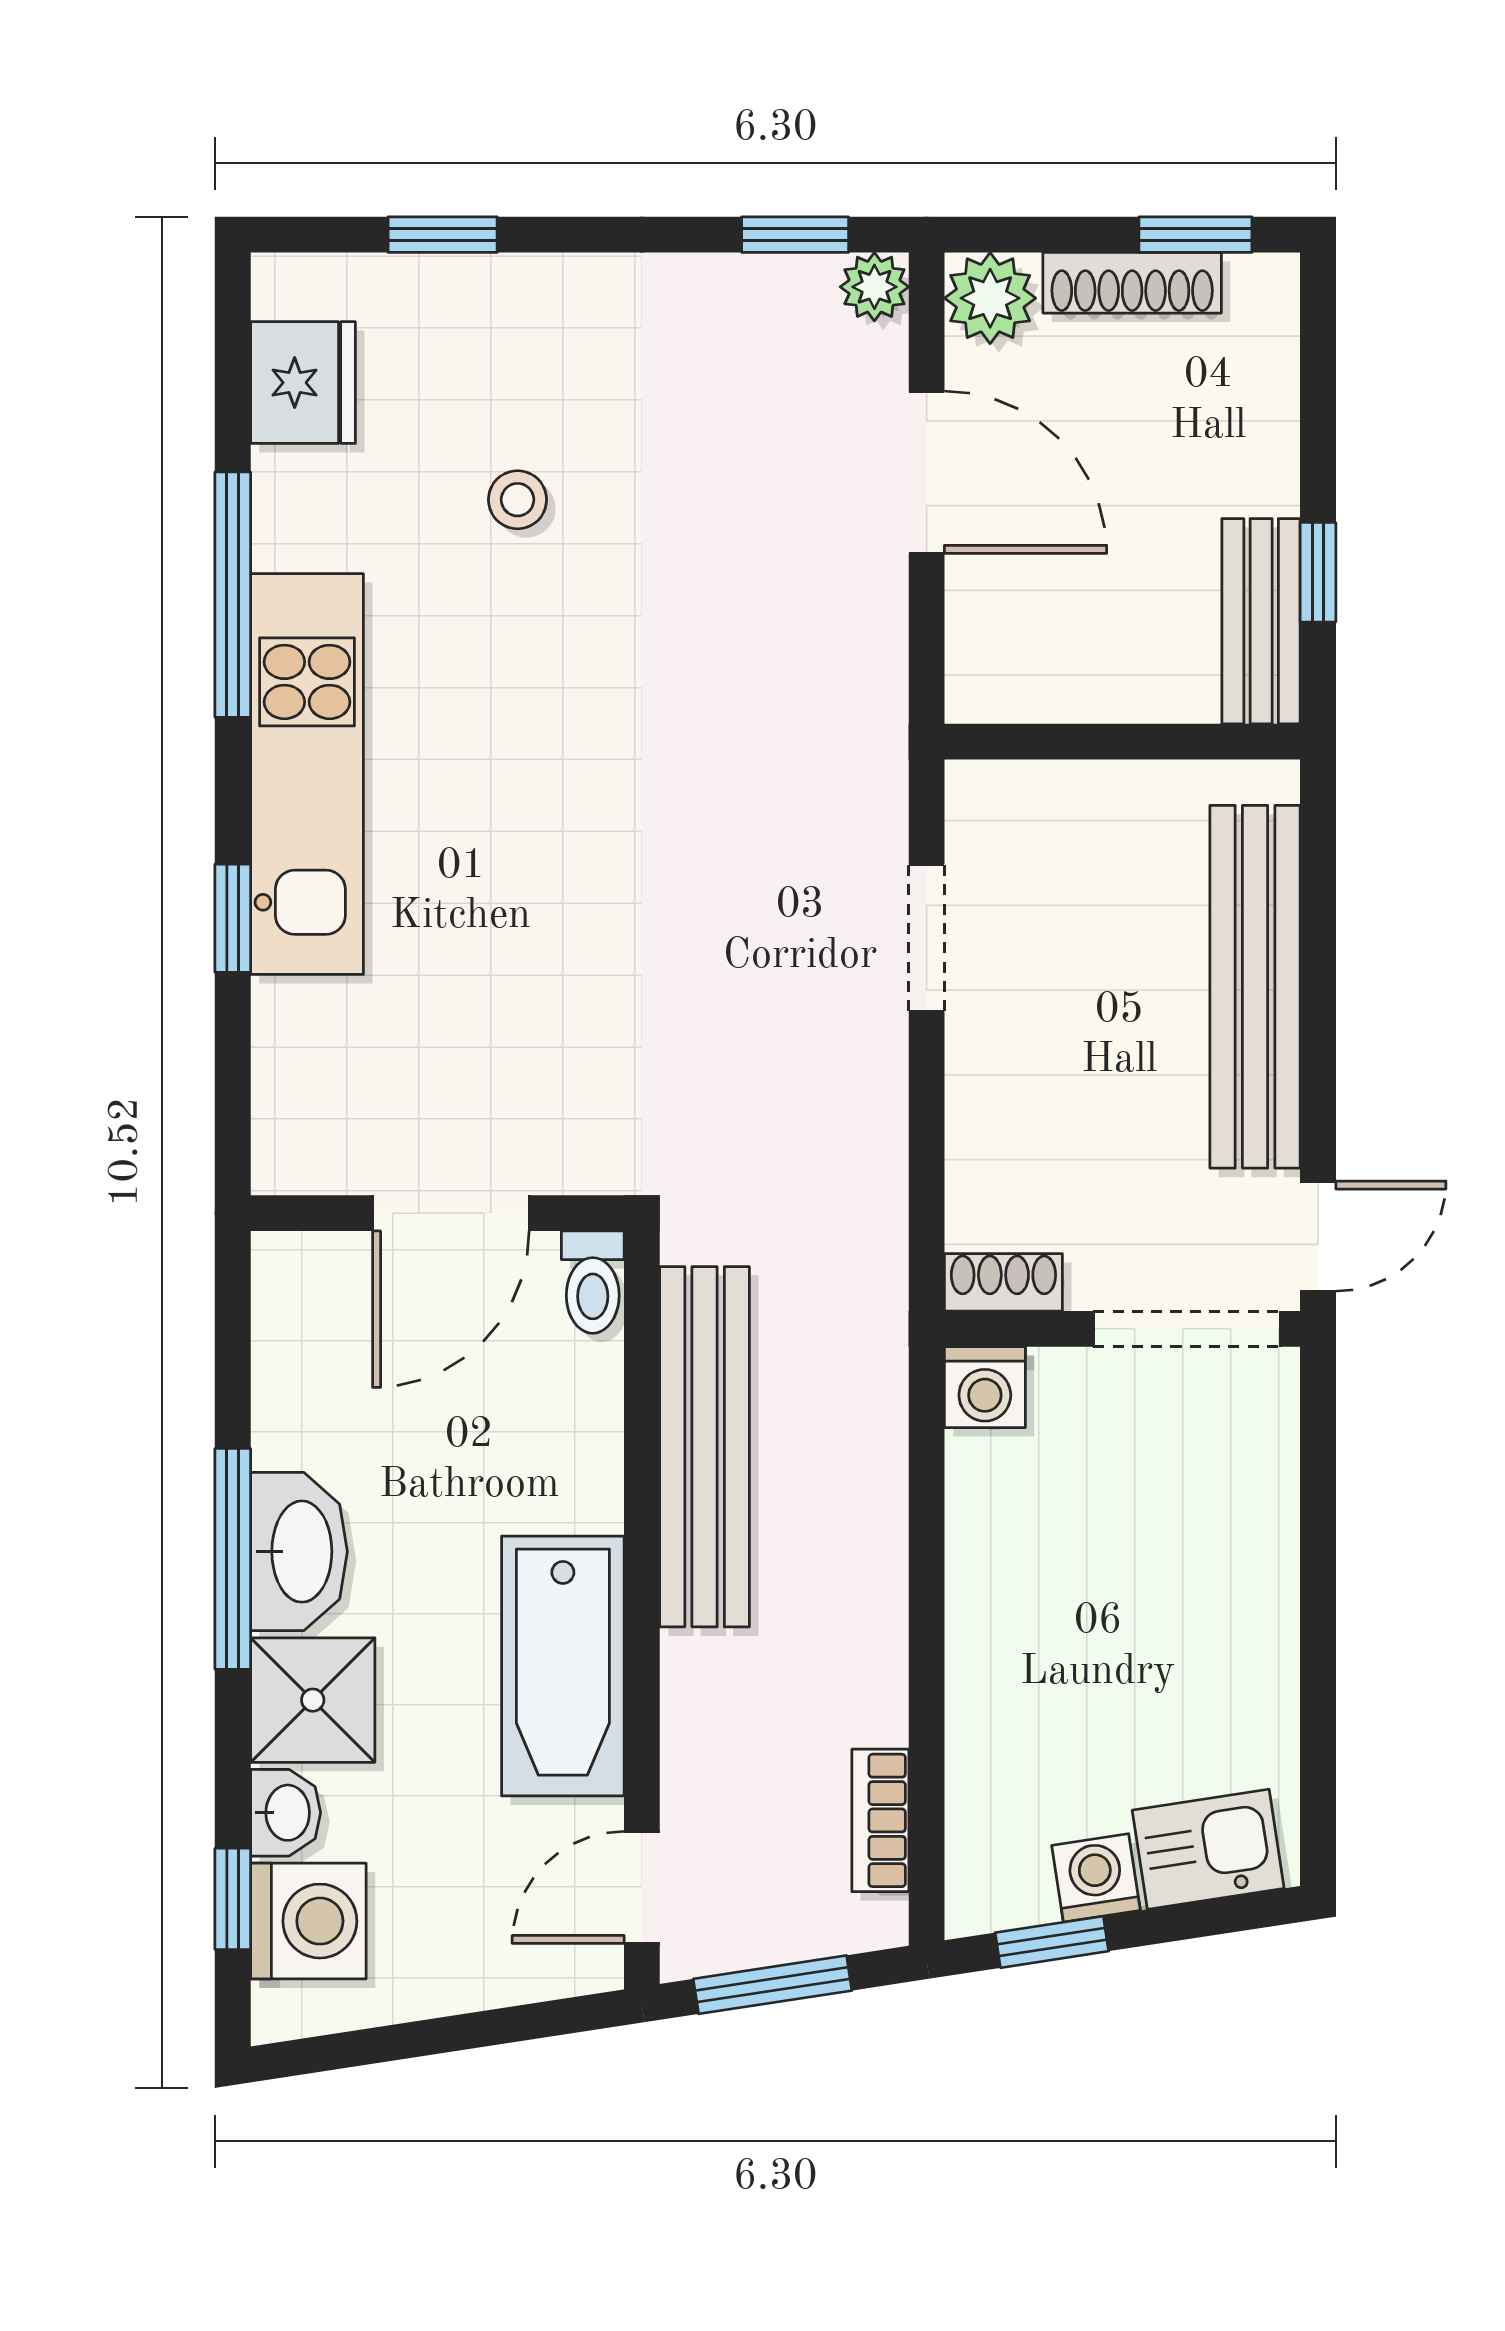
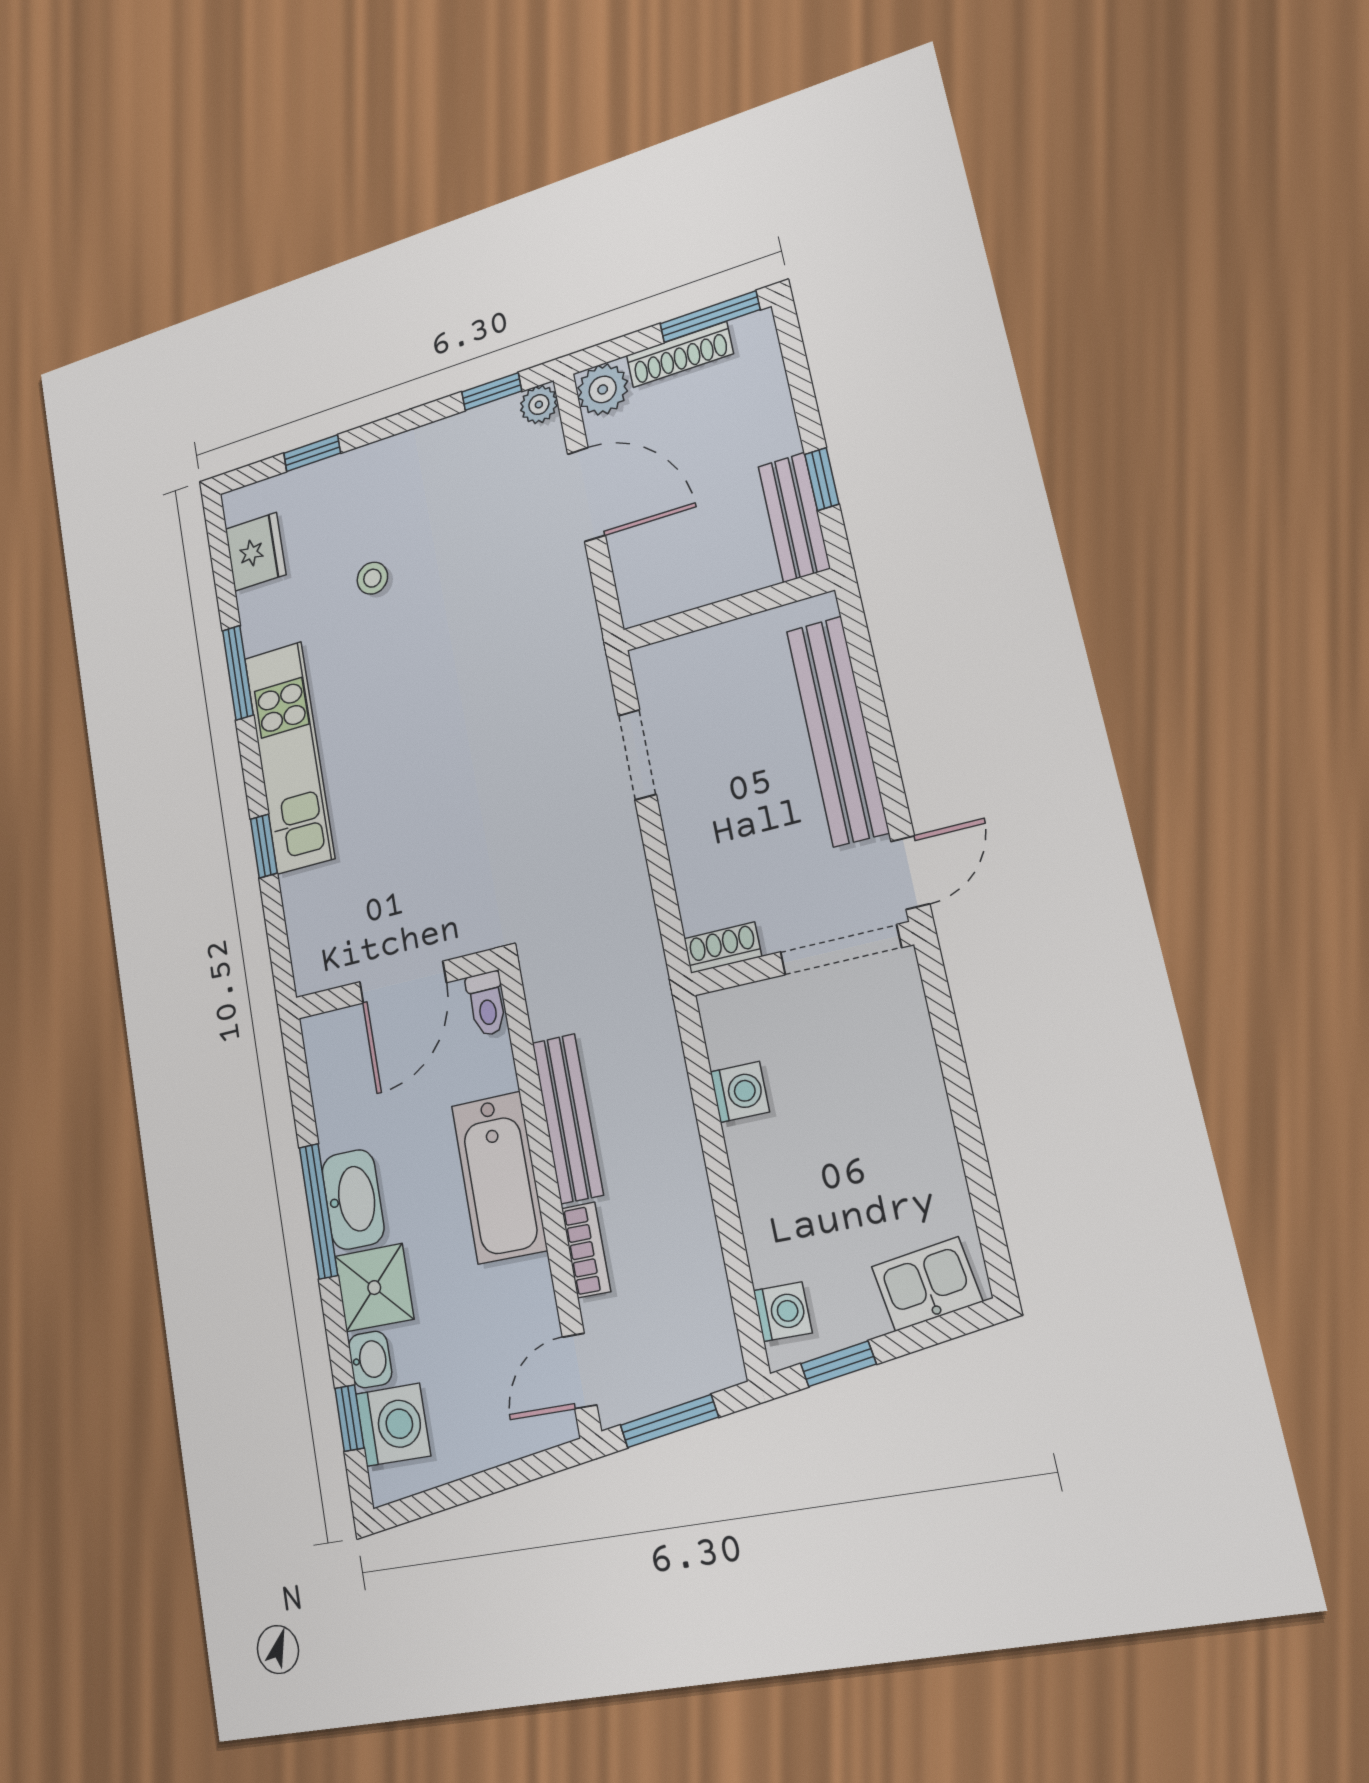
window: (1195, 235) -> (710, 317), width x1.50
window: (233, 595) -> (238, 673), width x0.69
washing machine: (985, 1387) -> (740, 1092), moved, turned -90
bench: (705, 1447) -> (568, 1118), width x0.73, depth x0.82
bathtub: (563, 1666) -> (499, 1178), moved
bookcase: (880, 1820) -> (586, 1250), moved, turned 180
washing machine: (1096, 1878) -> (783, 1312), moved, turned 99

